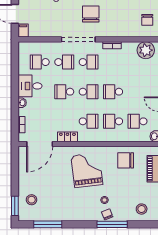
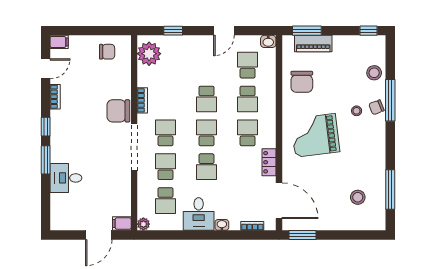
chair: (91, 14) -> (118, 111), moved
plant: (23, 46) -> (143, 224), added
school desk: (138, 121) -> (248, 65), turned 180
stool: (32, 200) -> (358, 197), moved
window: (15, 206) -> (302, 235), moved
stool: (142, 209) -> (374, 73), moved

